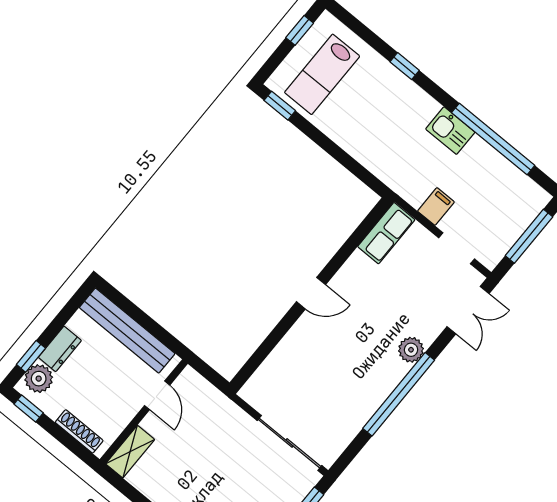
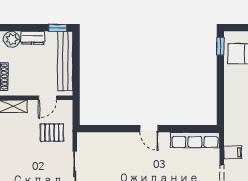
row of seats: (386, 233) -> (195, 140), width x1.48
window: (31, 356) -> (58, 28), moved
pallet: (209, 428) -> (52, 133), added

